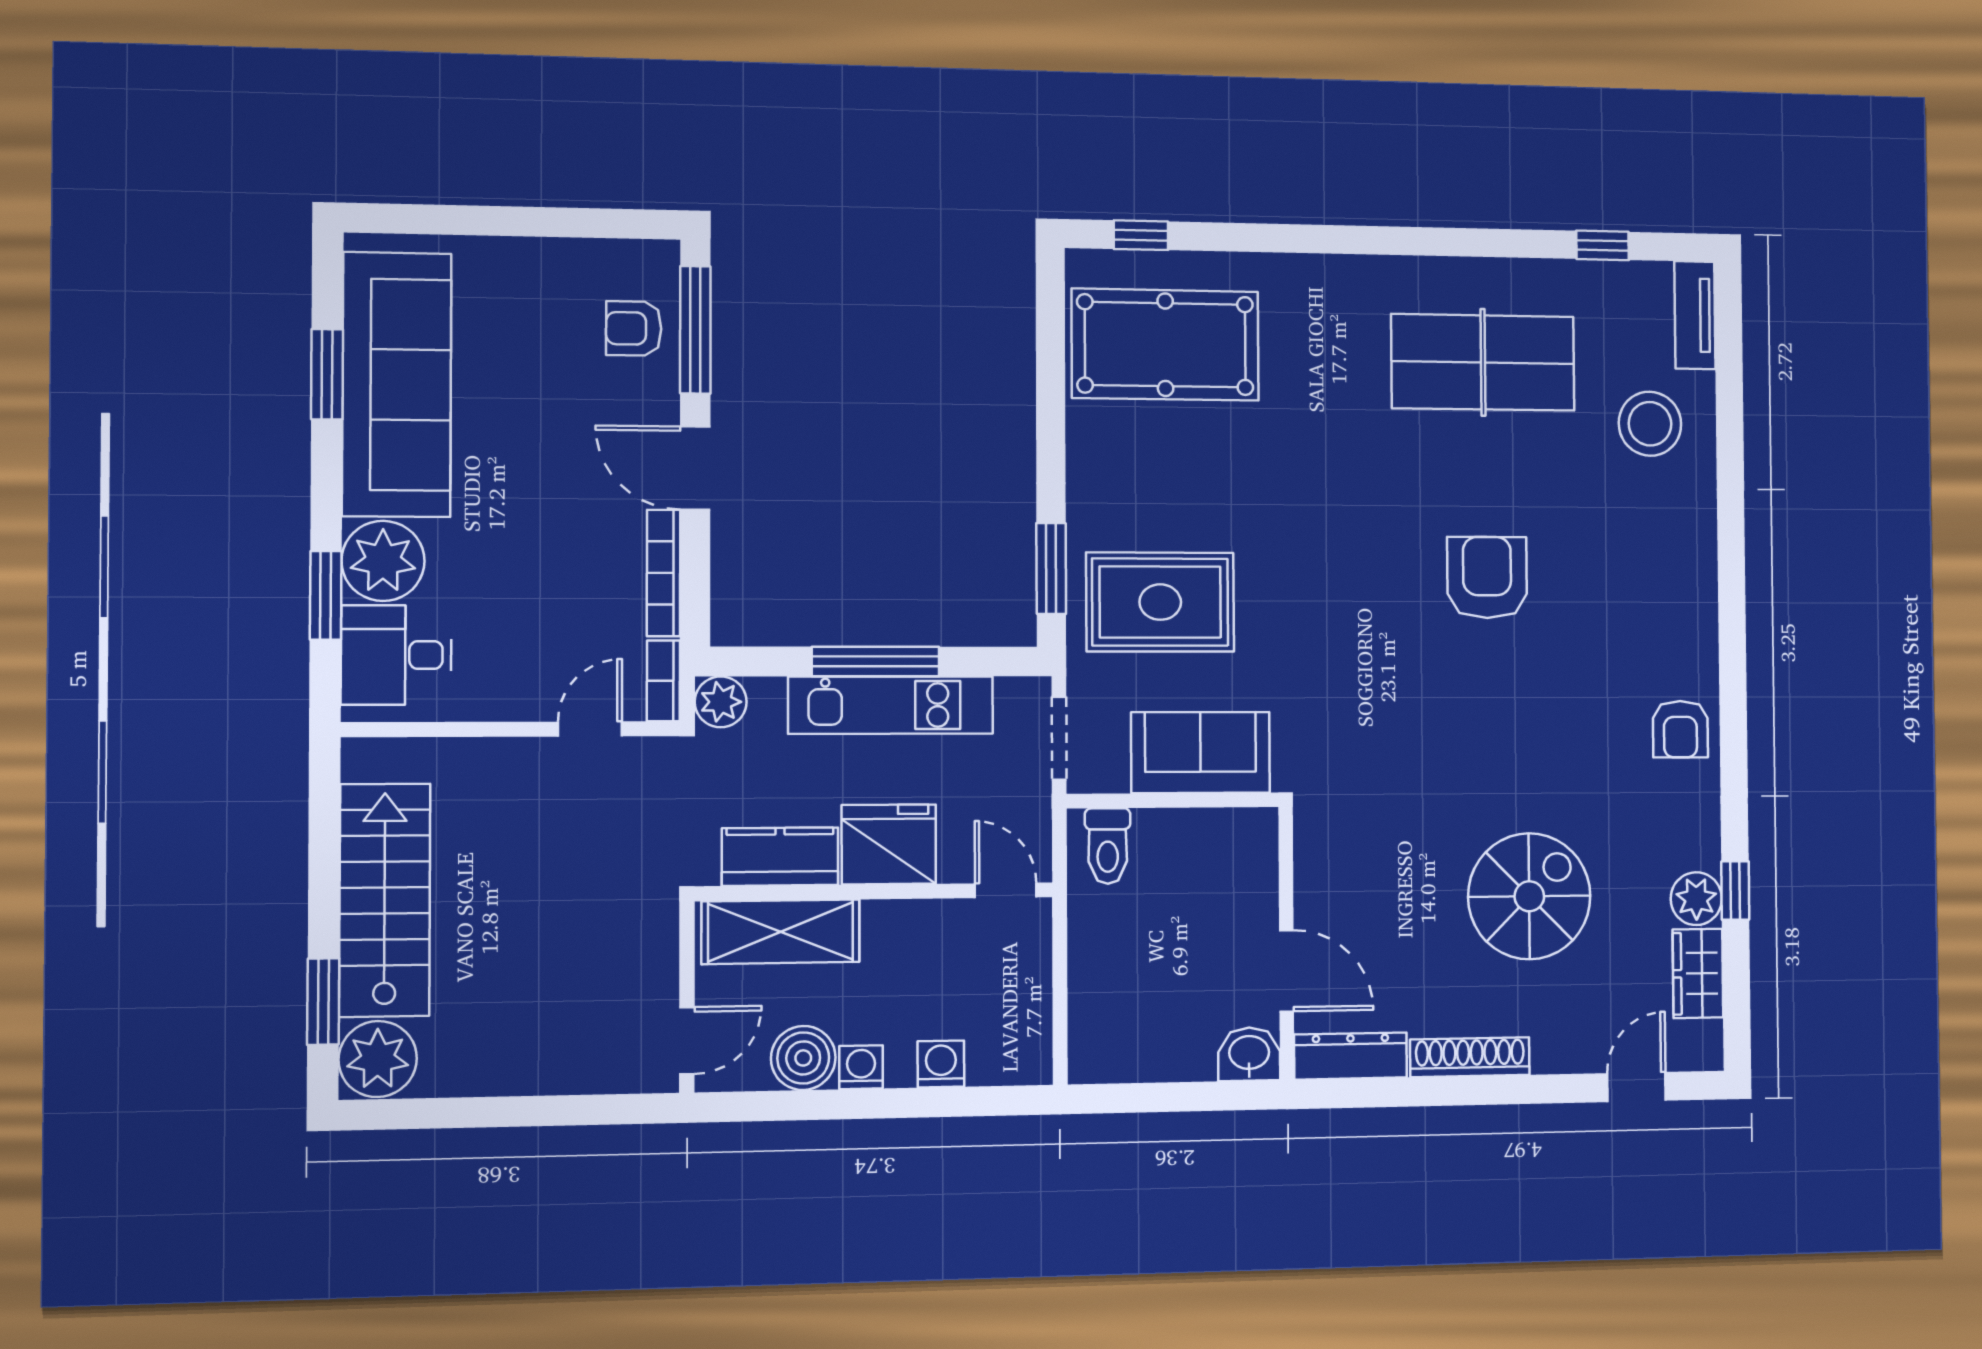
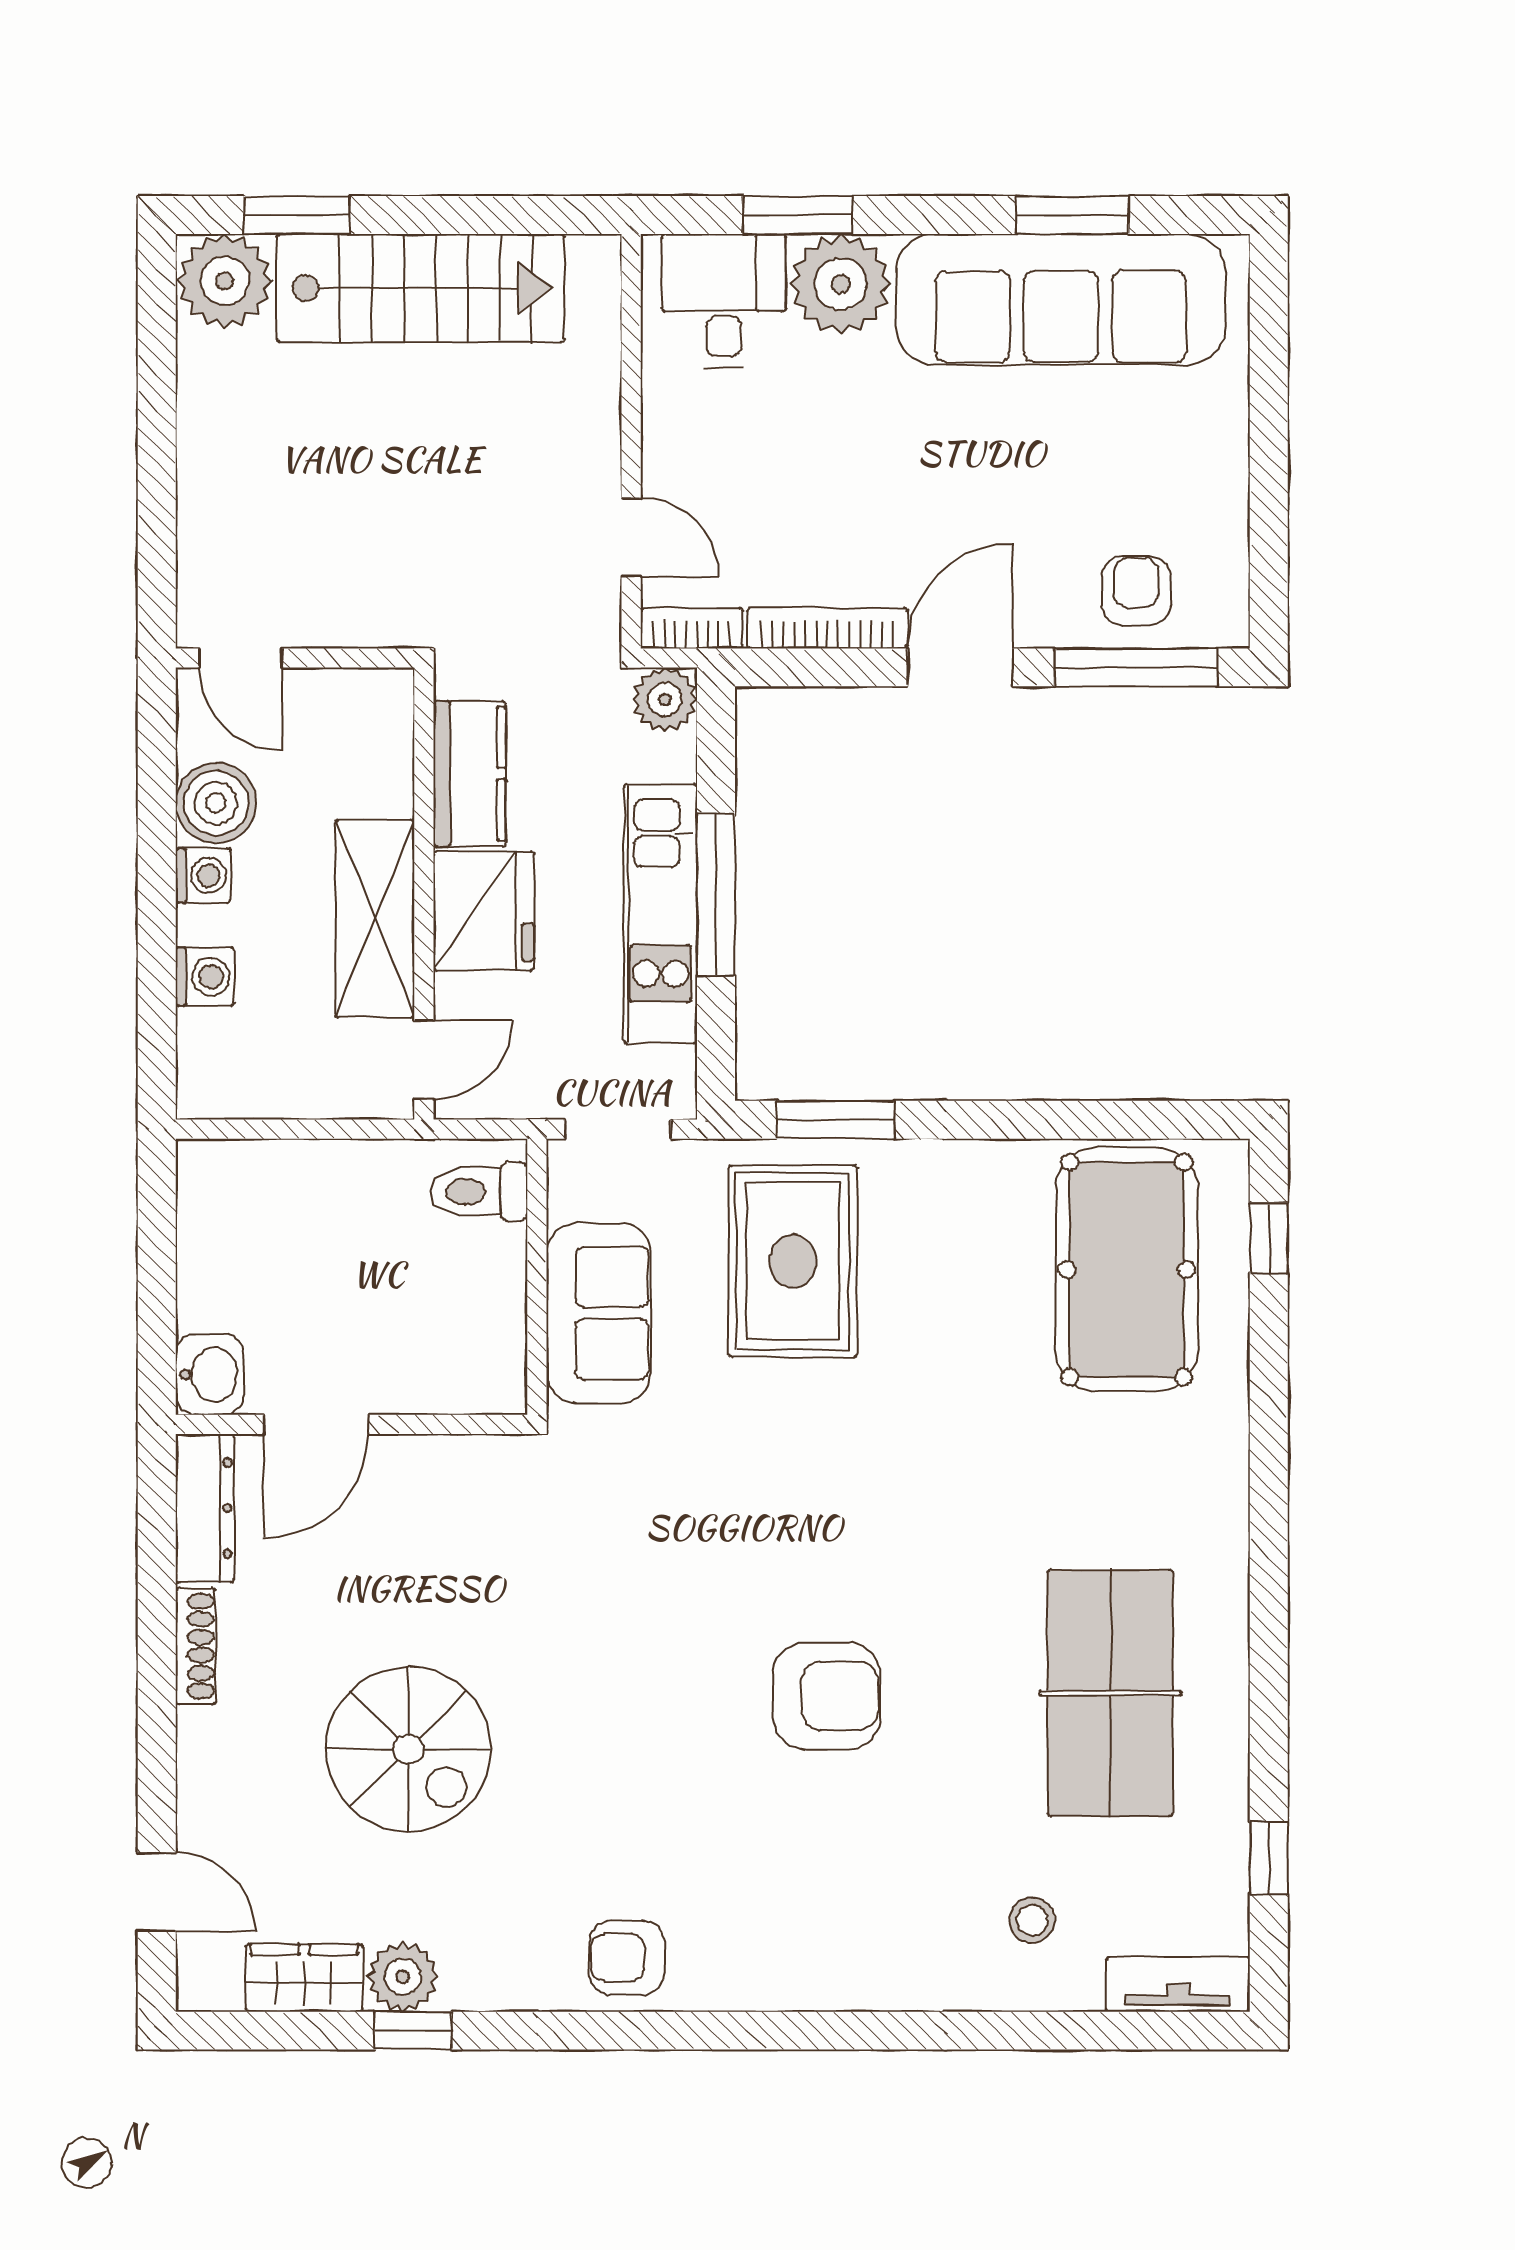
stool: (1650, 424) -> (1032, 1920), width x0.53, depth x0.53
shelving: (781, 932) -> (375, 919), moved
shoe rack: (1470, 1057) -> (196, 1646), width x0.74, depth x0.81

